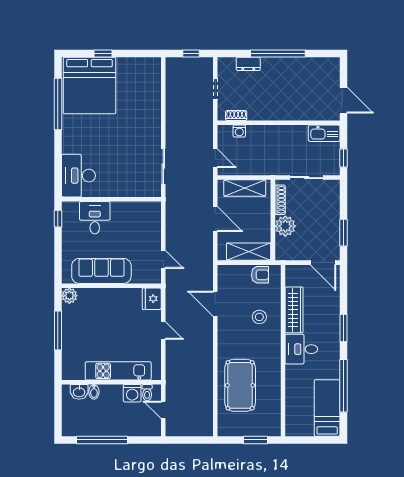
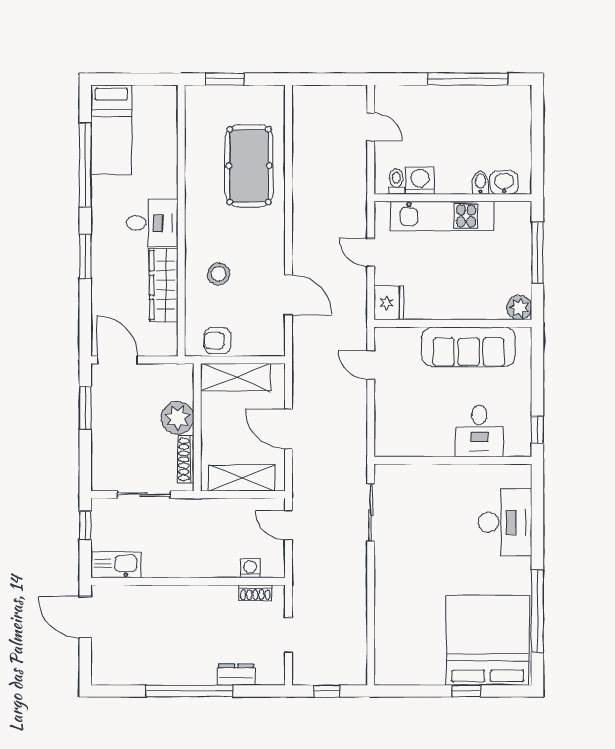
desk: (78, 176) -> (505, 522), moved
kitchen unit: (118, 371) -> (442, 216), moved
wall: (111, 382) -> (453, 198), moved
washbasin: (79, 392) -> (504, 183), moved
bidet: (94, 392) -> (480, 183), moved
washing machine: (132, 393) -> (420, 180), moved
toilet: (147, 393) -> (396, 181), moved

